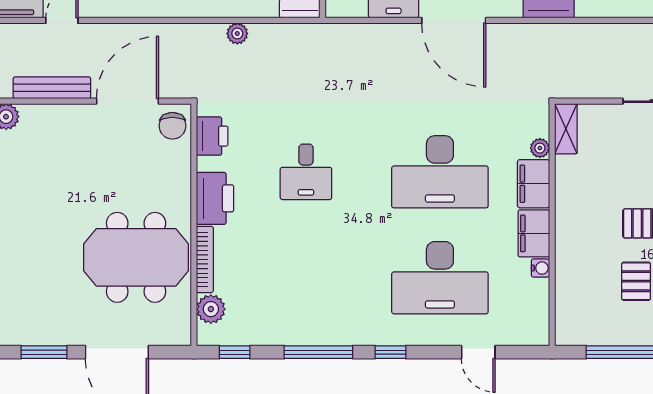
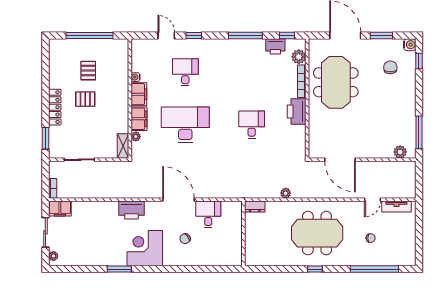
bench: (52, 88) -> (377, 166), removed
door: (127, 101) -> (340, 160), hinge flipped
chair: (172, 126) -> (390, 67), moved
printer: (212, 136) -> (275, 46), moved, turned -90
meeting table: (136, 257) -> (336, 82), turned 90
desk: (440, 278) -> (185, 72), width x0.53, depth x0.77
window: (390, 352) -> (194, 35), moved

